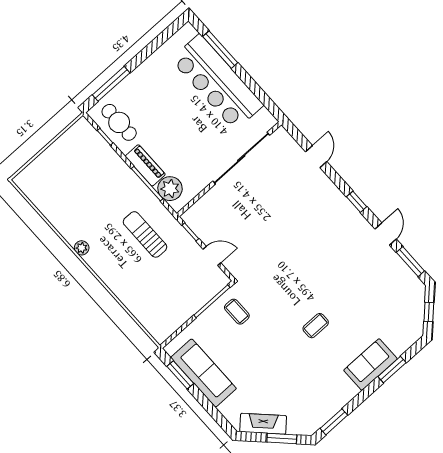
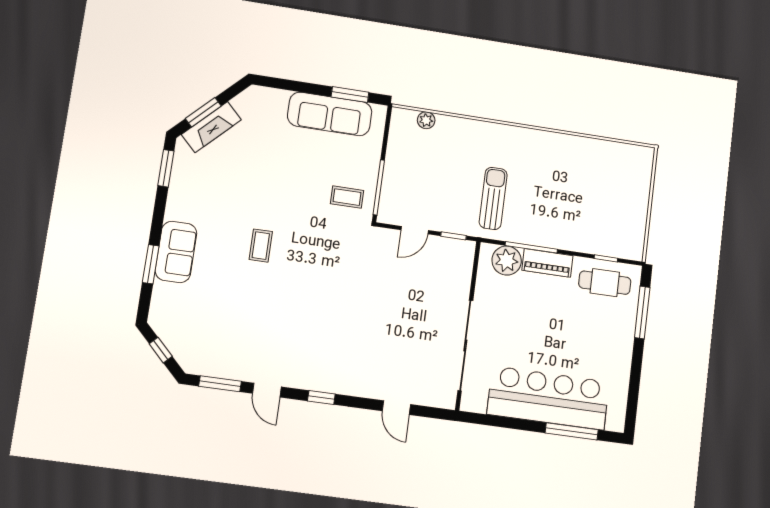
sun lounger: (145, 234) -> (493, 198), turned -90
plant: (82, 248) -> (426, 120), moved
fireplace: (263, 424) -> (211, 127), moved

